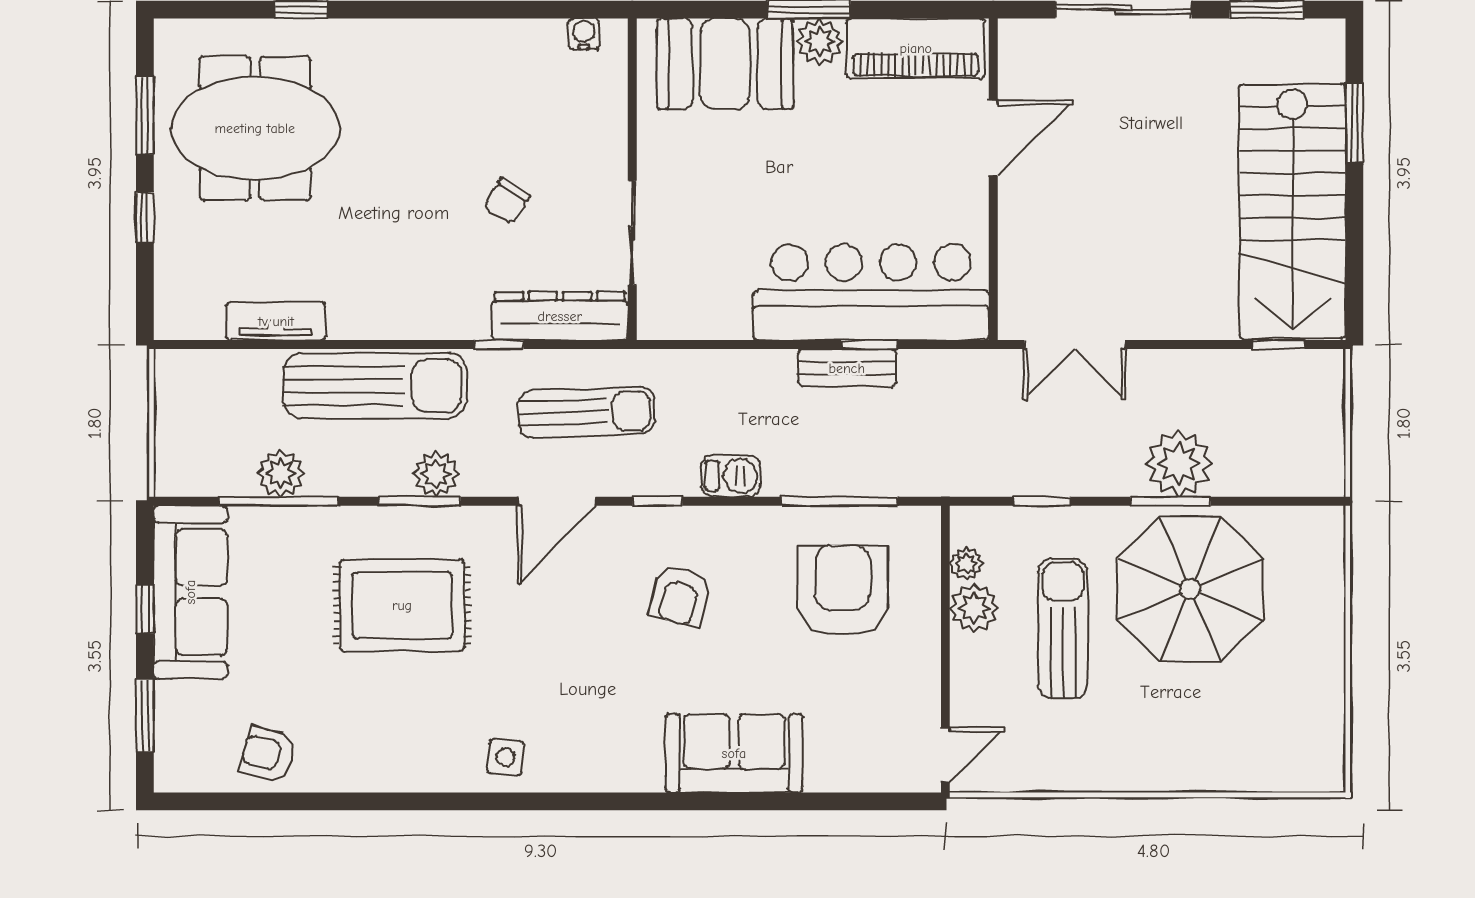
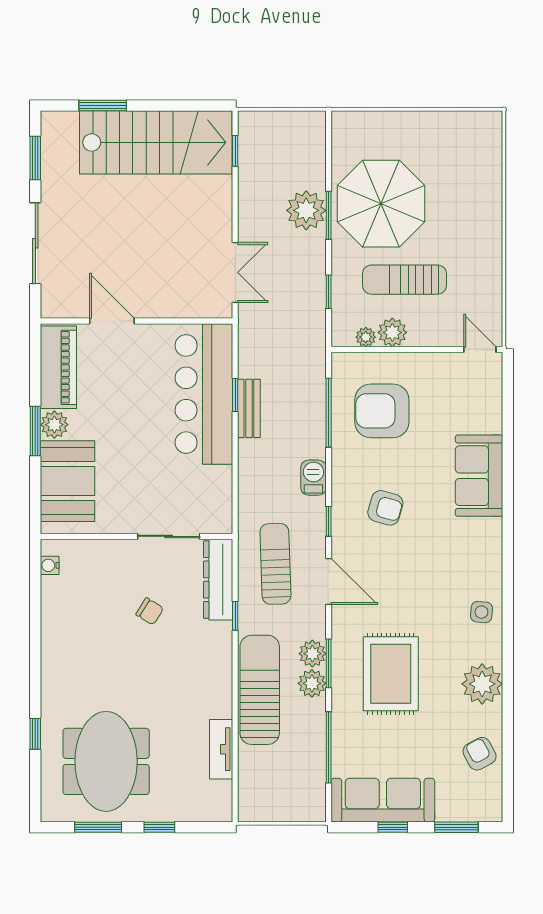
plant: (281, 473) -> (312, 683), moved
armchair: (268, 754) -> (480, 754), turned 137
plant: (385, 758) -> (482, 684), added

